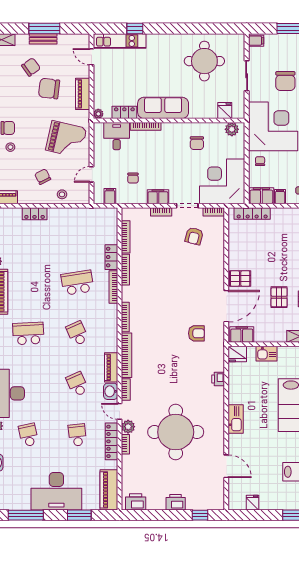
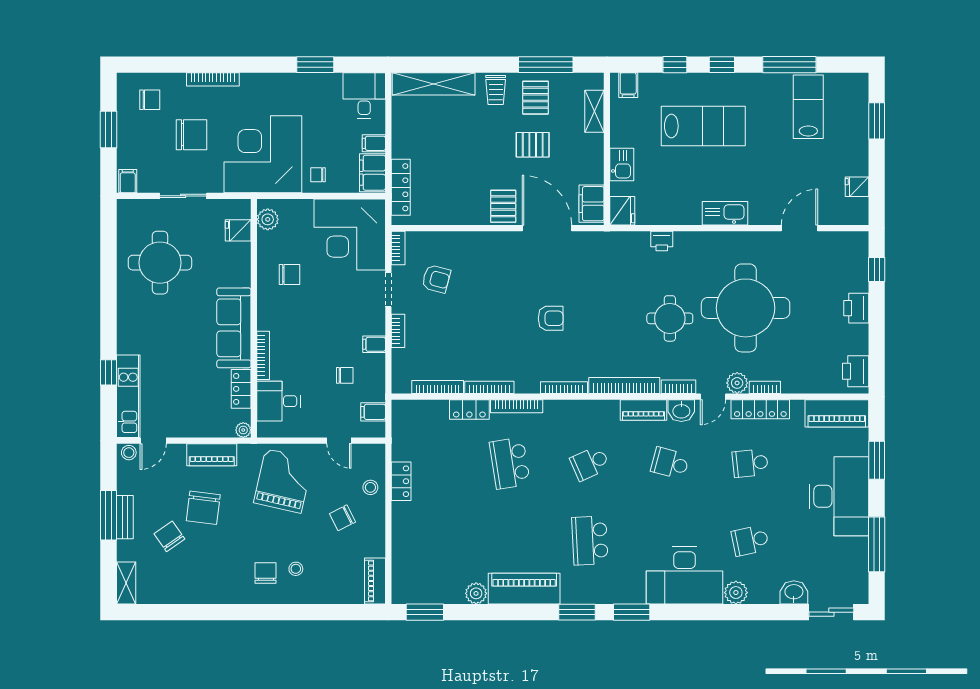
stool: (84, 41) -> (129, 453), added
filing cabinet: (158, 197) -> (374, 344), width x0.50
locker: (35, 214) -> (401, 481), moved
armchair: (196, 333) -> (551, 318), moved, turned 90
school desk: (77, 384) -> (670, 463), turned 39
round table: (169, 384) -> (670, 318), added

